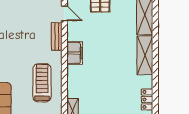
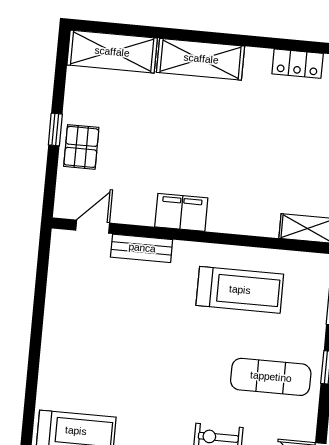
treadmill: (42, 83) -> (240, 290), turned 180

